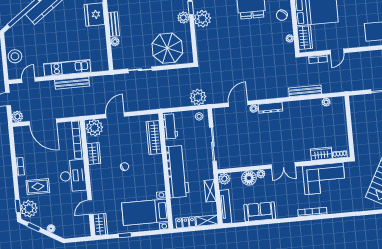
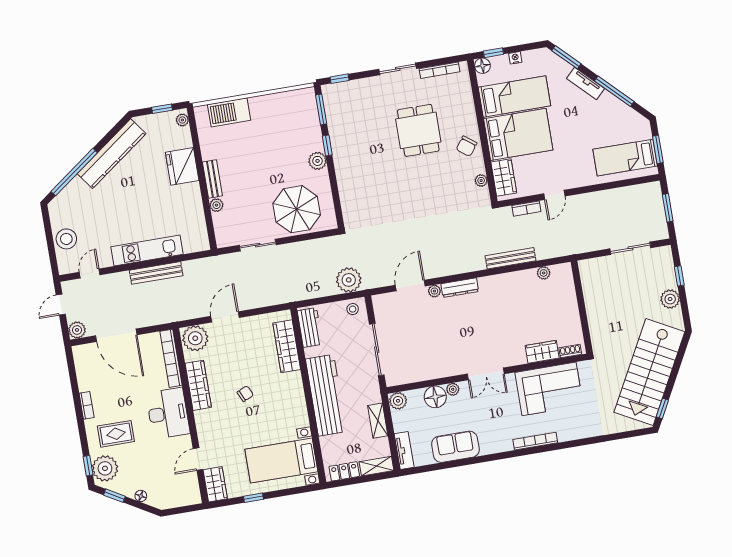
plant: (202, 19) -> (346, 160), removed
wardrobe: (94, 154) -> (198, 385), width x1.50
tv unit: (225, 207) -> (404, 450), width x0.71

